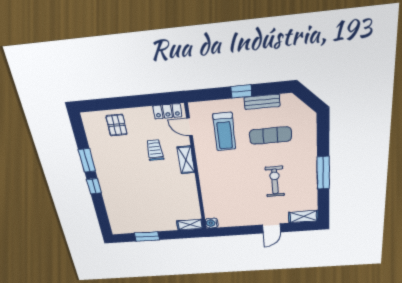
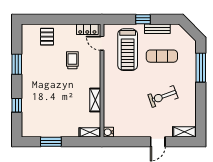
treadmill: (224, 132) -> (128, 50), width x1.37, depth x1.38
shelving: (186, 160) -> (95, 100), moved
window: (323, 173) -> (201, 68), moved
exercise bike: (275, 182) -> (163, 96), turned -110
window: (94, 186) -> (17, 105), moved

